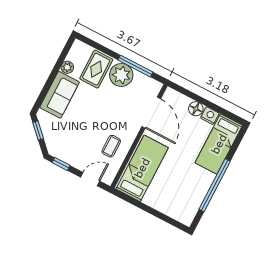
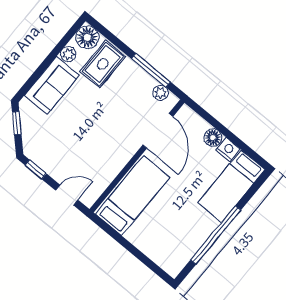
floor lamp: (79, 51) -> (87, 37), added
plant: (121, 75) -> (161, 93), moved, width x0.53, depth x0.53
coffee table: (111, 146) -> (101, 161), removed

